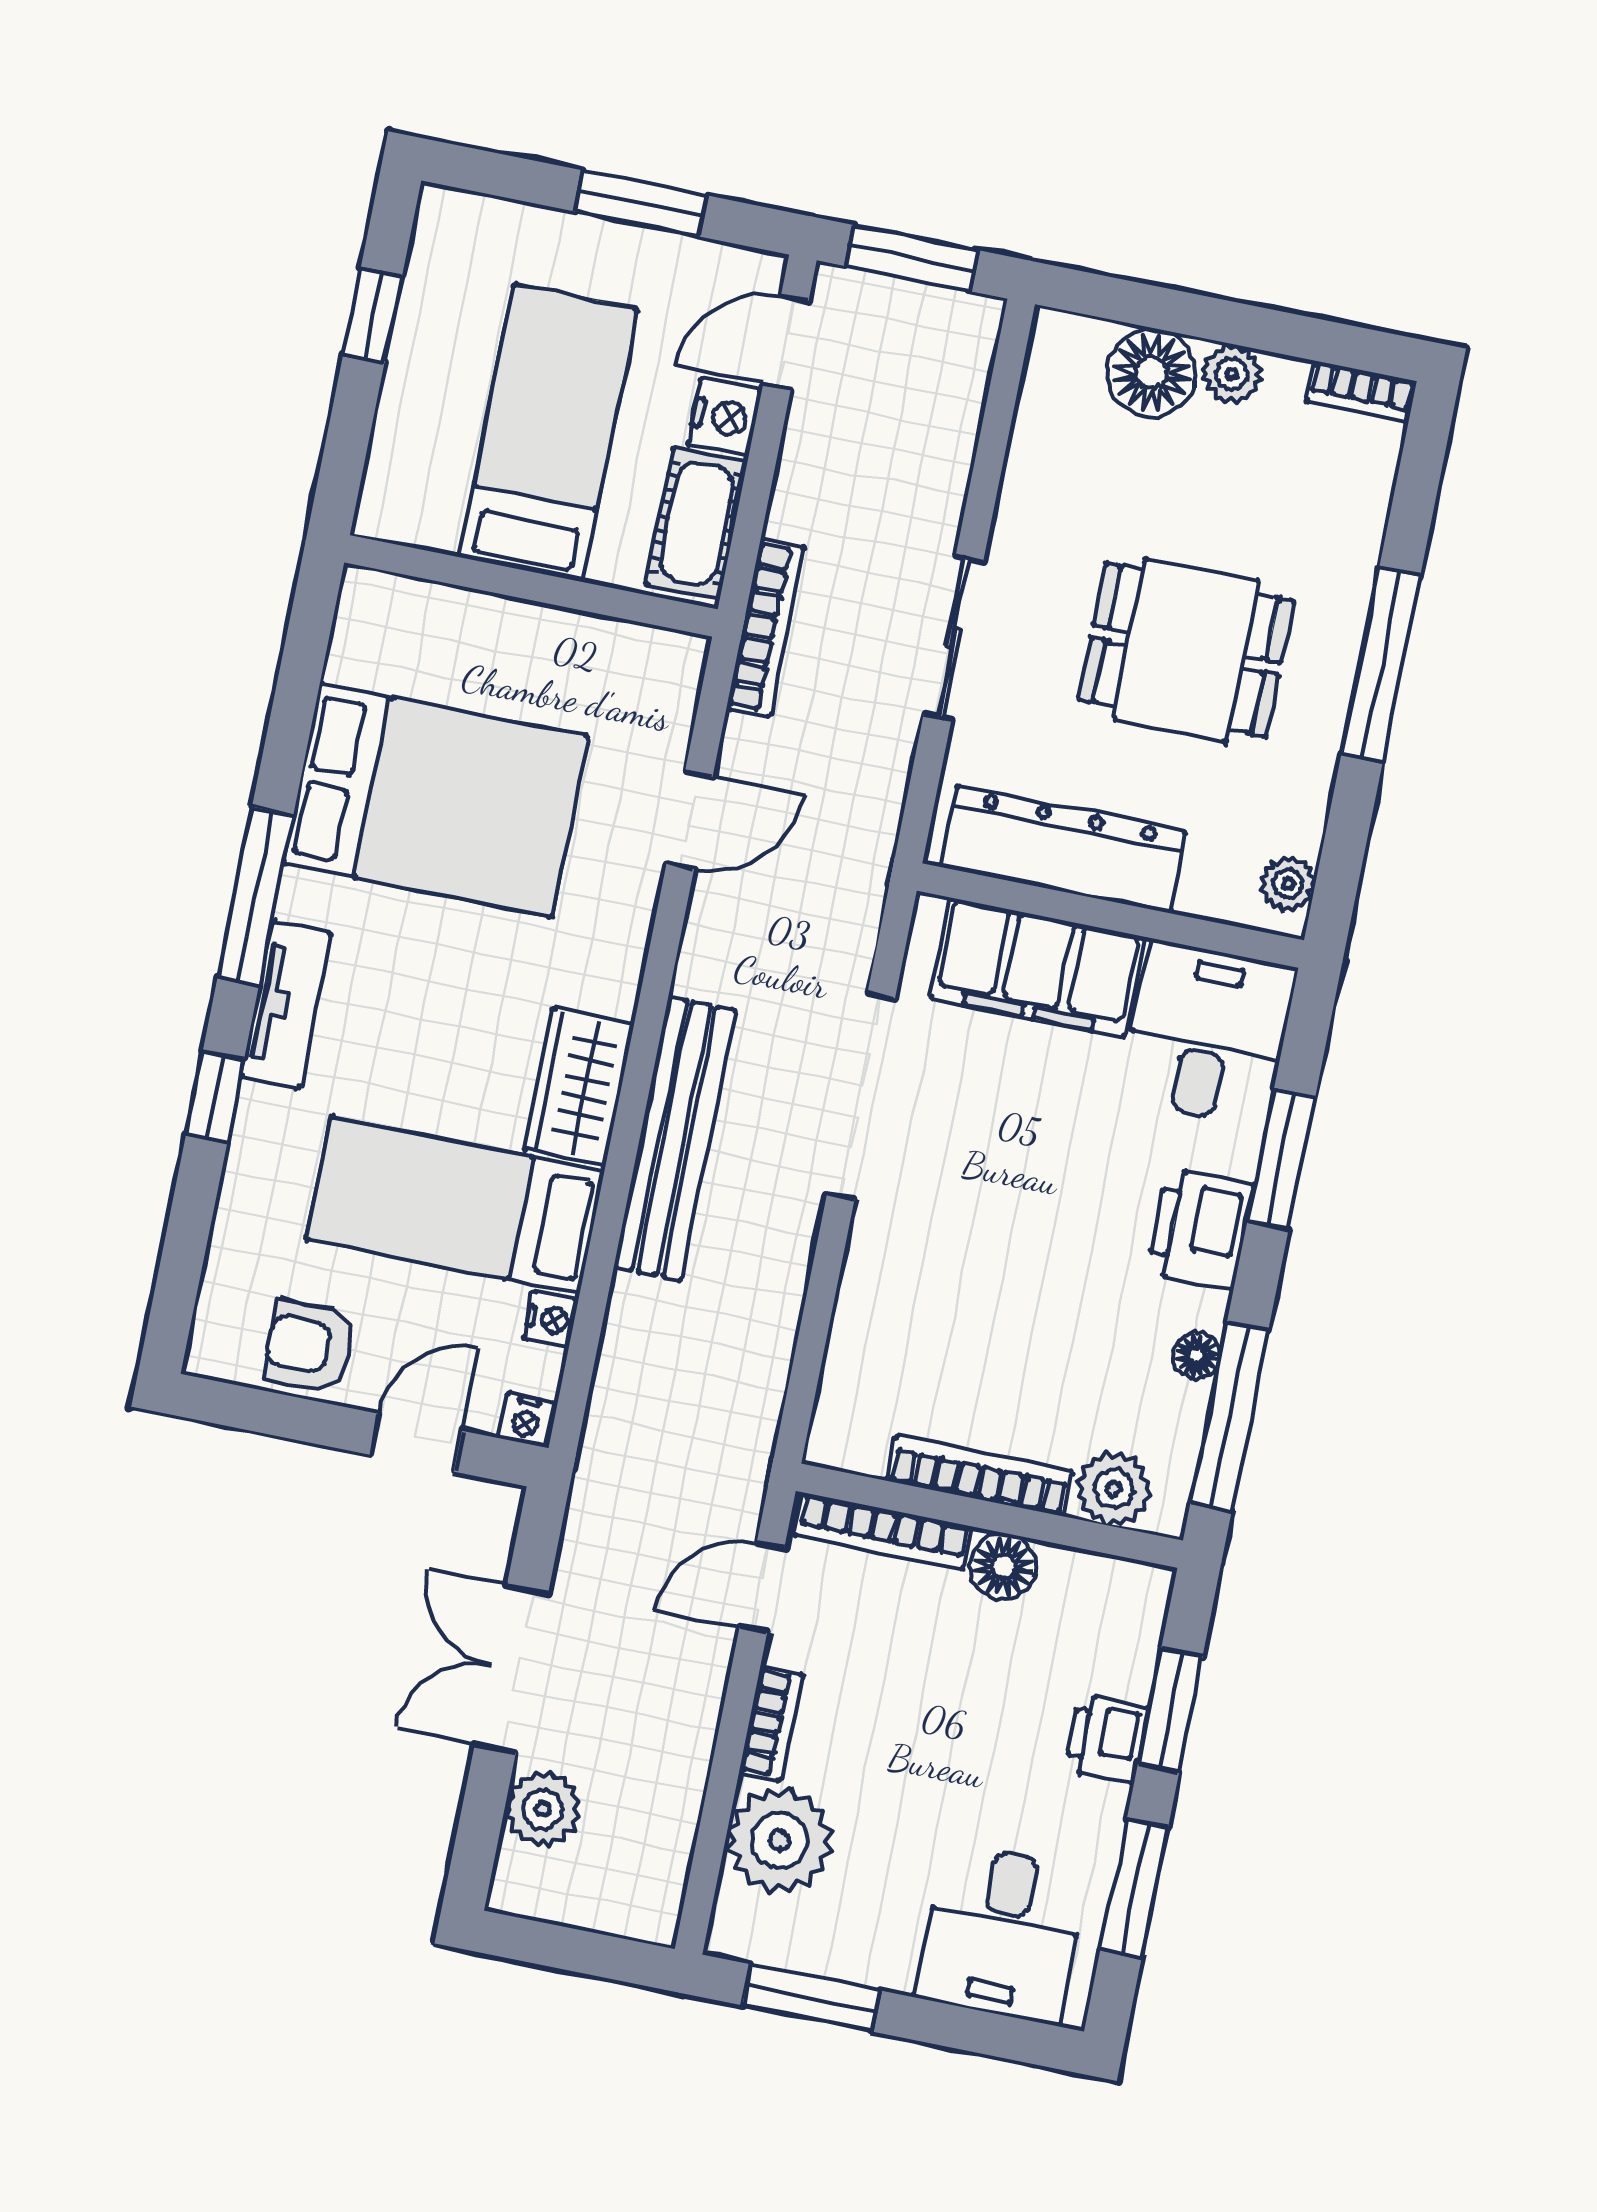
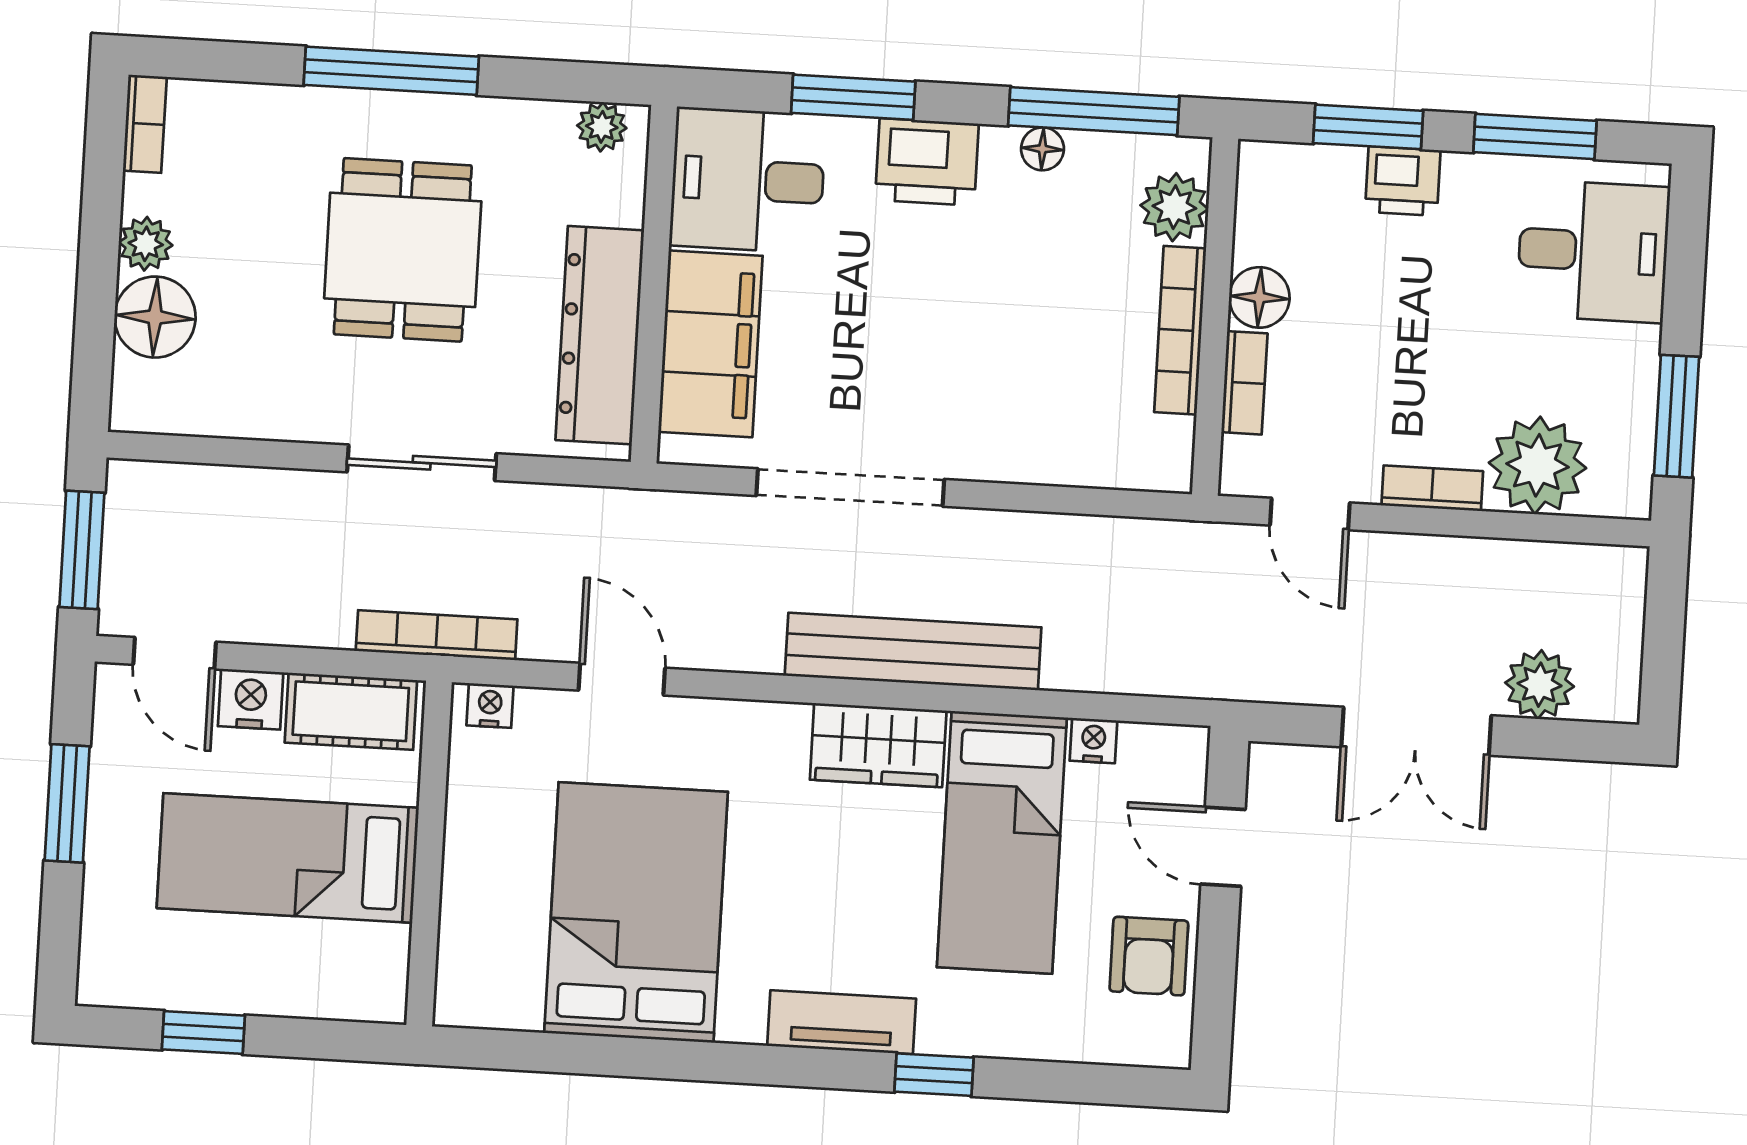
window: (256, 896) -> (746, 1064), removed
nightstand: (526, 1420) -> (490, 706), moved, turned -90
bookcase: (883, 1531) -> (1244, 383), width x0.64

